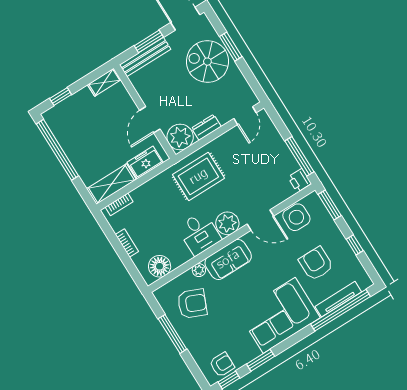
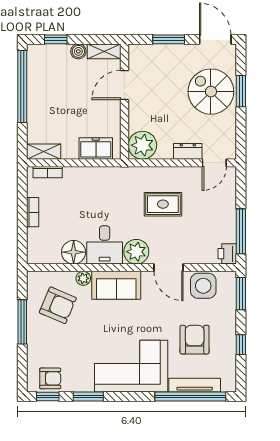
bench: (145, 57) -> (156, 52), removed
boiler: (84, 95) -> (78, 51), added
door: (150, 120) -> (124, 85), moved
dresser: (206, 127) -> (188, 151), moved
rug: (198, 176) -> (163, 204), moved, width x0.73, depth x0.70
shelving: (111, 184) -> (44, 152), width x0.67, depth x0.75
floor lamp: (160, 266) -> (74, 252), moved

